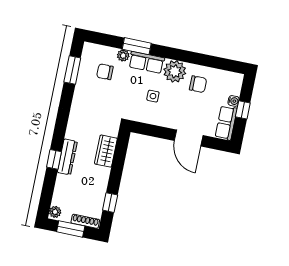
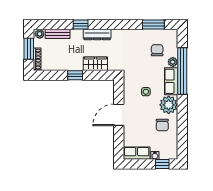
window: (137, 46) -> (182, 71), width x2.11
window: (243, 110) -> (162, 164), moved
door: (189, 138) -> (119, 115), moved
dresser: (67, 157) -> (97, 35), moved
bench: (60, 190) -> (58, 34), added
window: (110, 203) -> (75, 75), moved

